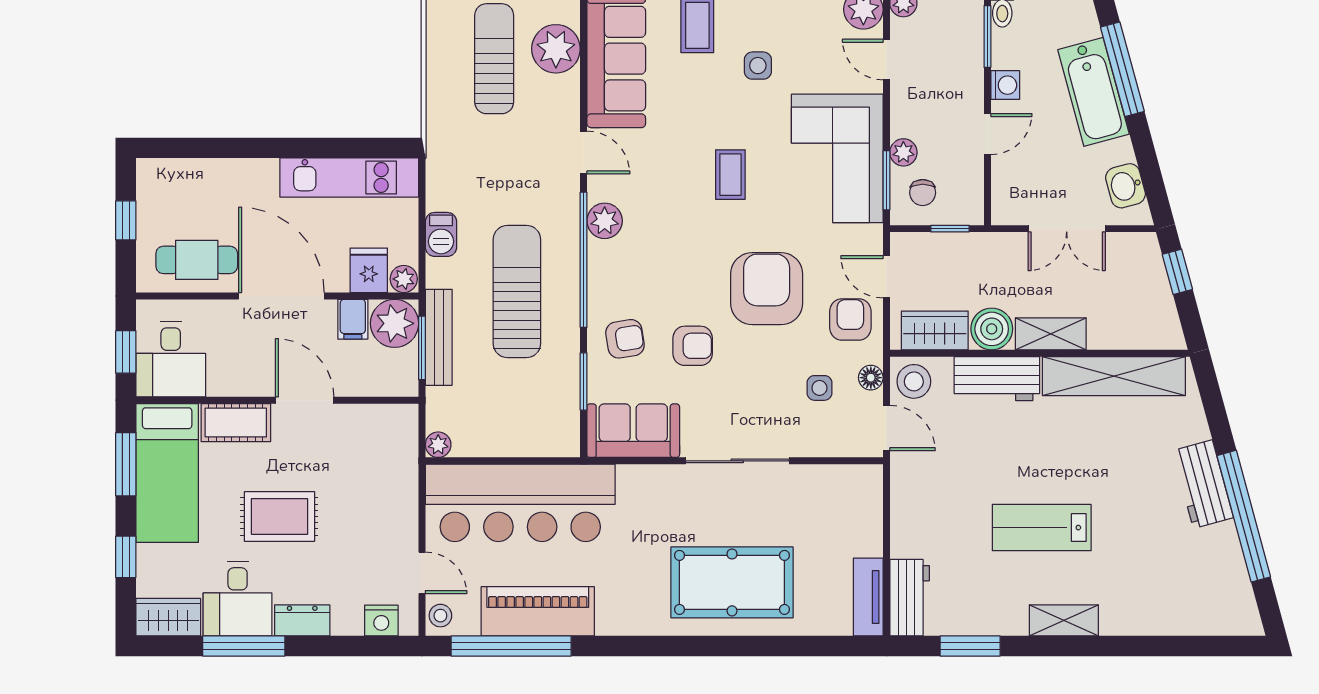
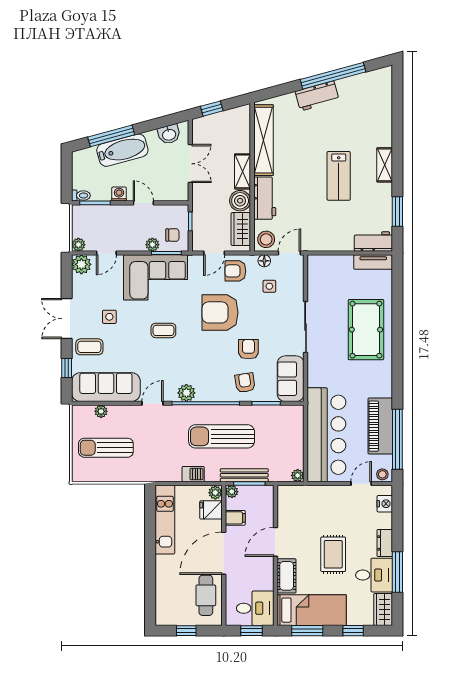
plant: (556, 49) -> (101, 411), width x0.53, depth x0.53
plant: (395, 323) -> (232, 492), width x0.53, depth x0.53

